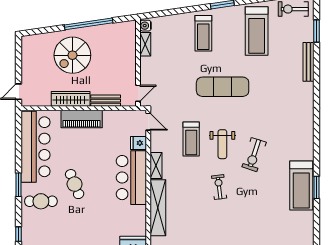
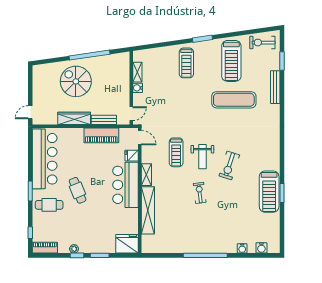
water cooler: (146, 26) -> (138, 88), moved
spiral stairs: (72, 55) -> (76, 81), turned 90
exercise mat: (223, 87) -> (234, 100), moved
piano: (82, 119) -> (101, 135), moved

